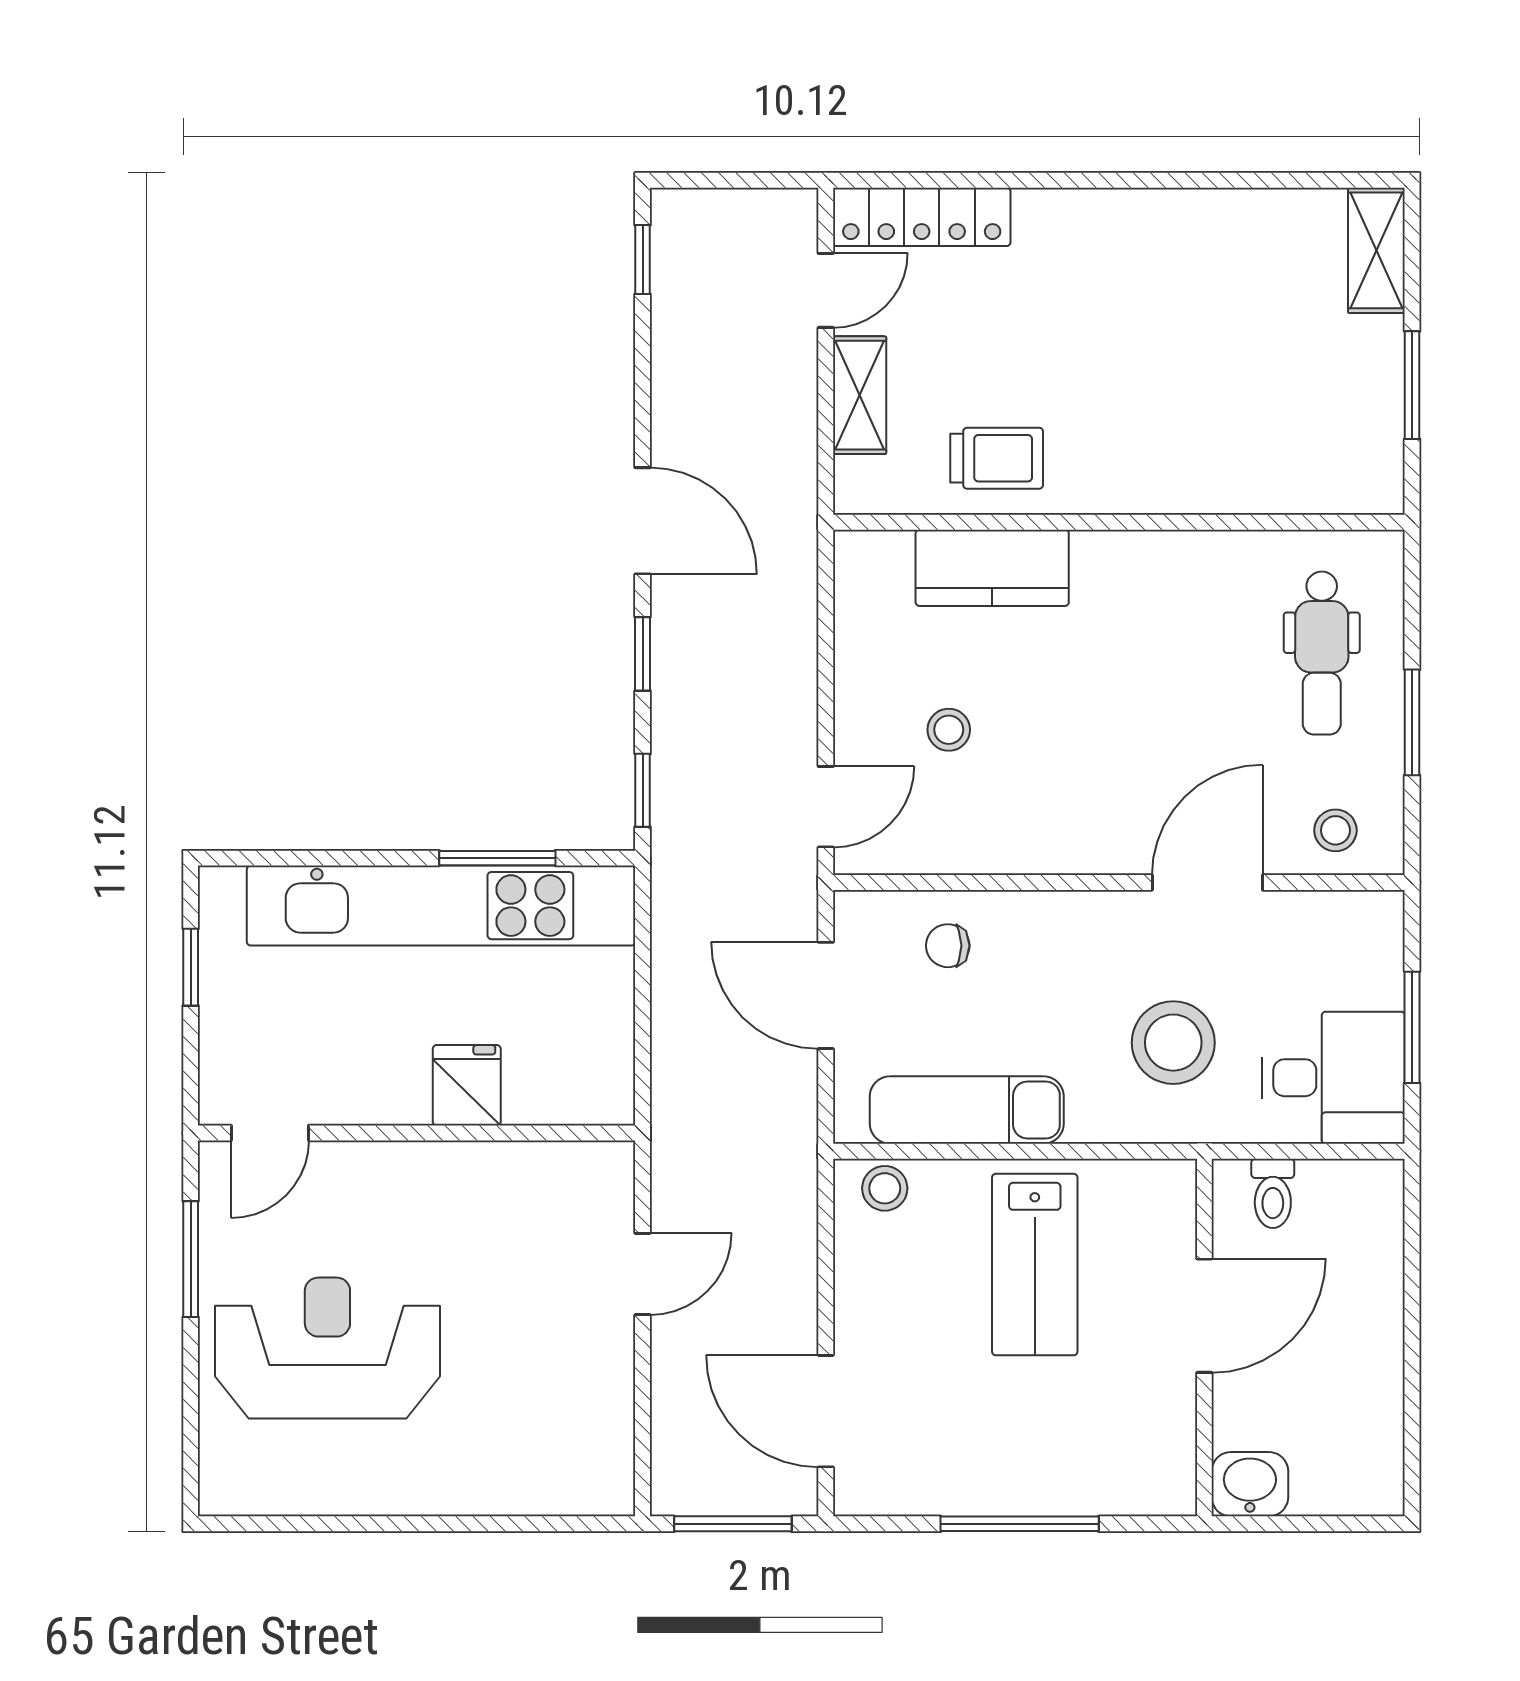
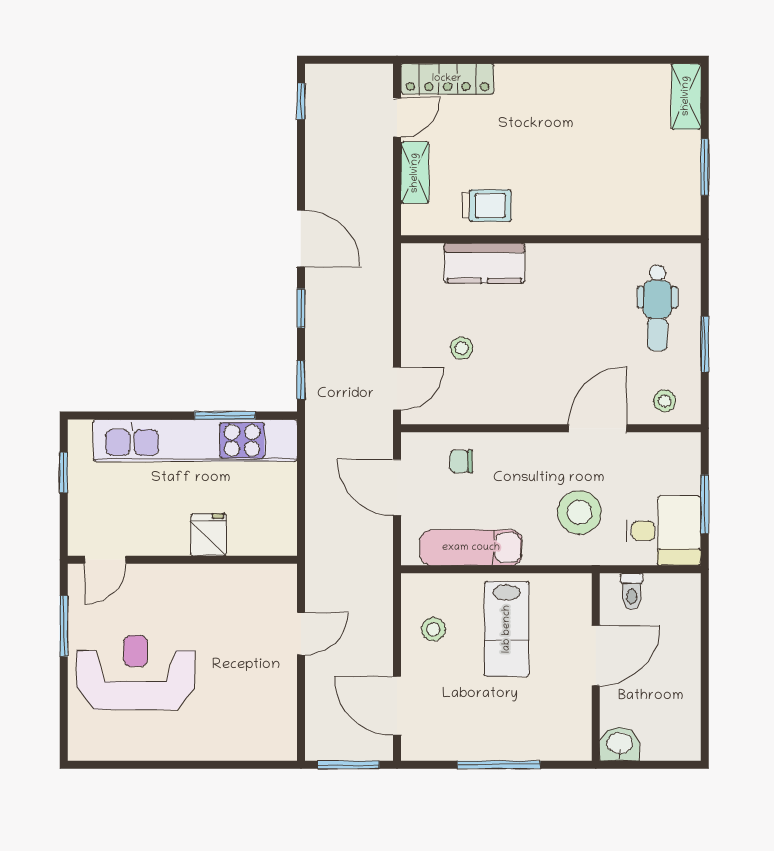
stool: (885, 1188) -> (433, 629), moved

